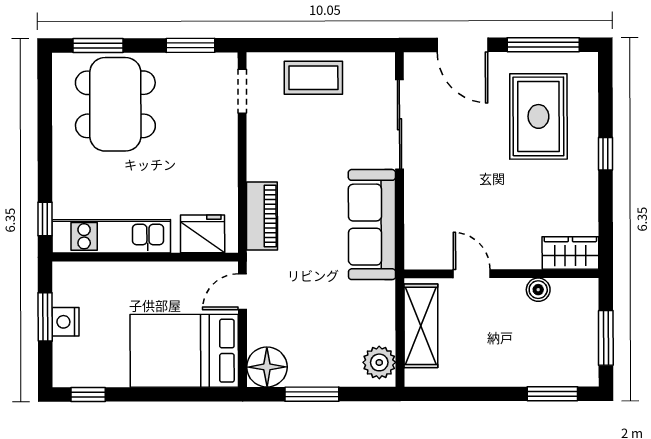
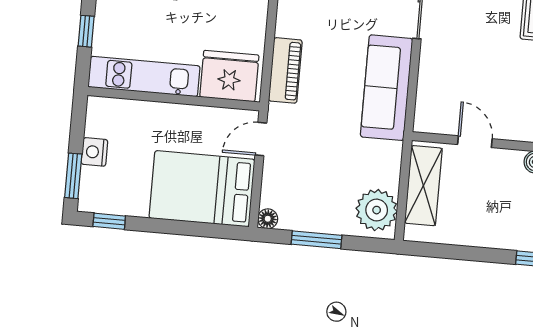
window: (45, 219) -> (86, 31), moved
fridge: (203, 234) -> (229, 76), width x1.36, depth x1.34
window: (45, 317) -> (73, 176), moved
plant: (379, 362) -> (377, 210), width x1.36, depth x1.36
floor lamp: (267, 367) -> (268, 219), width x0.53, depth x0.53

